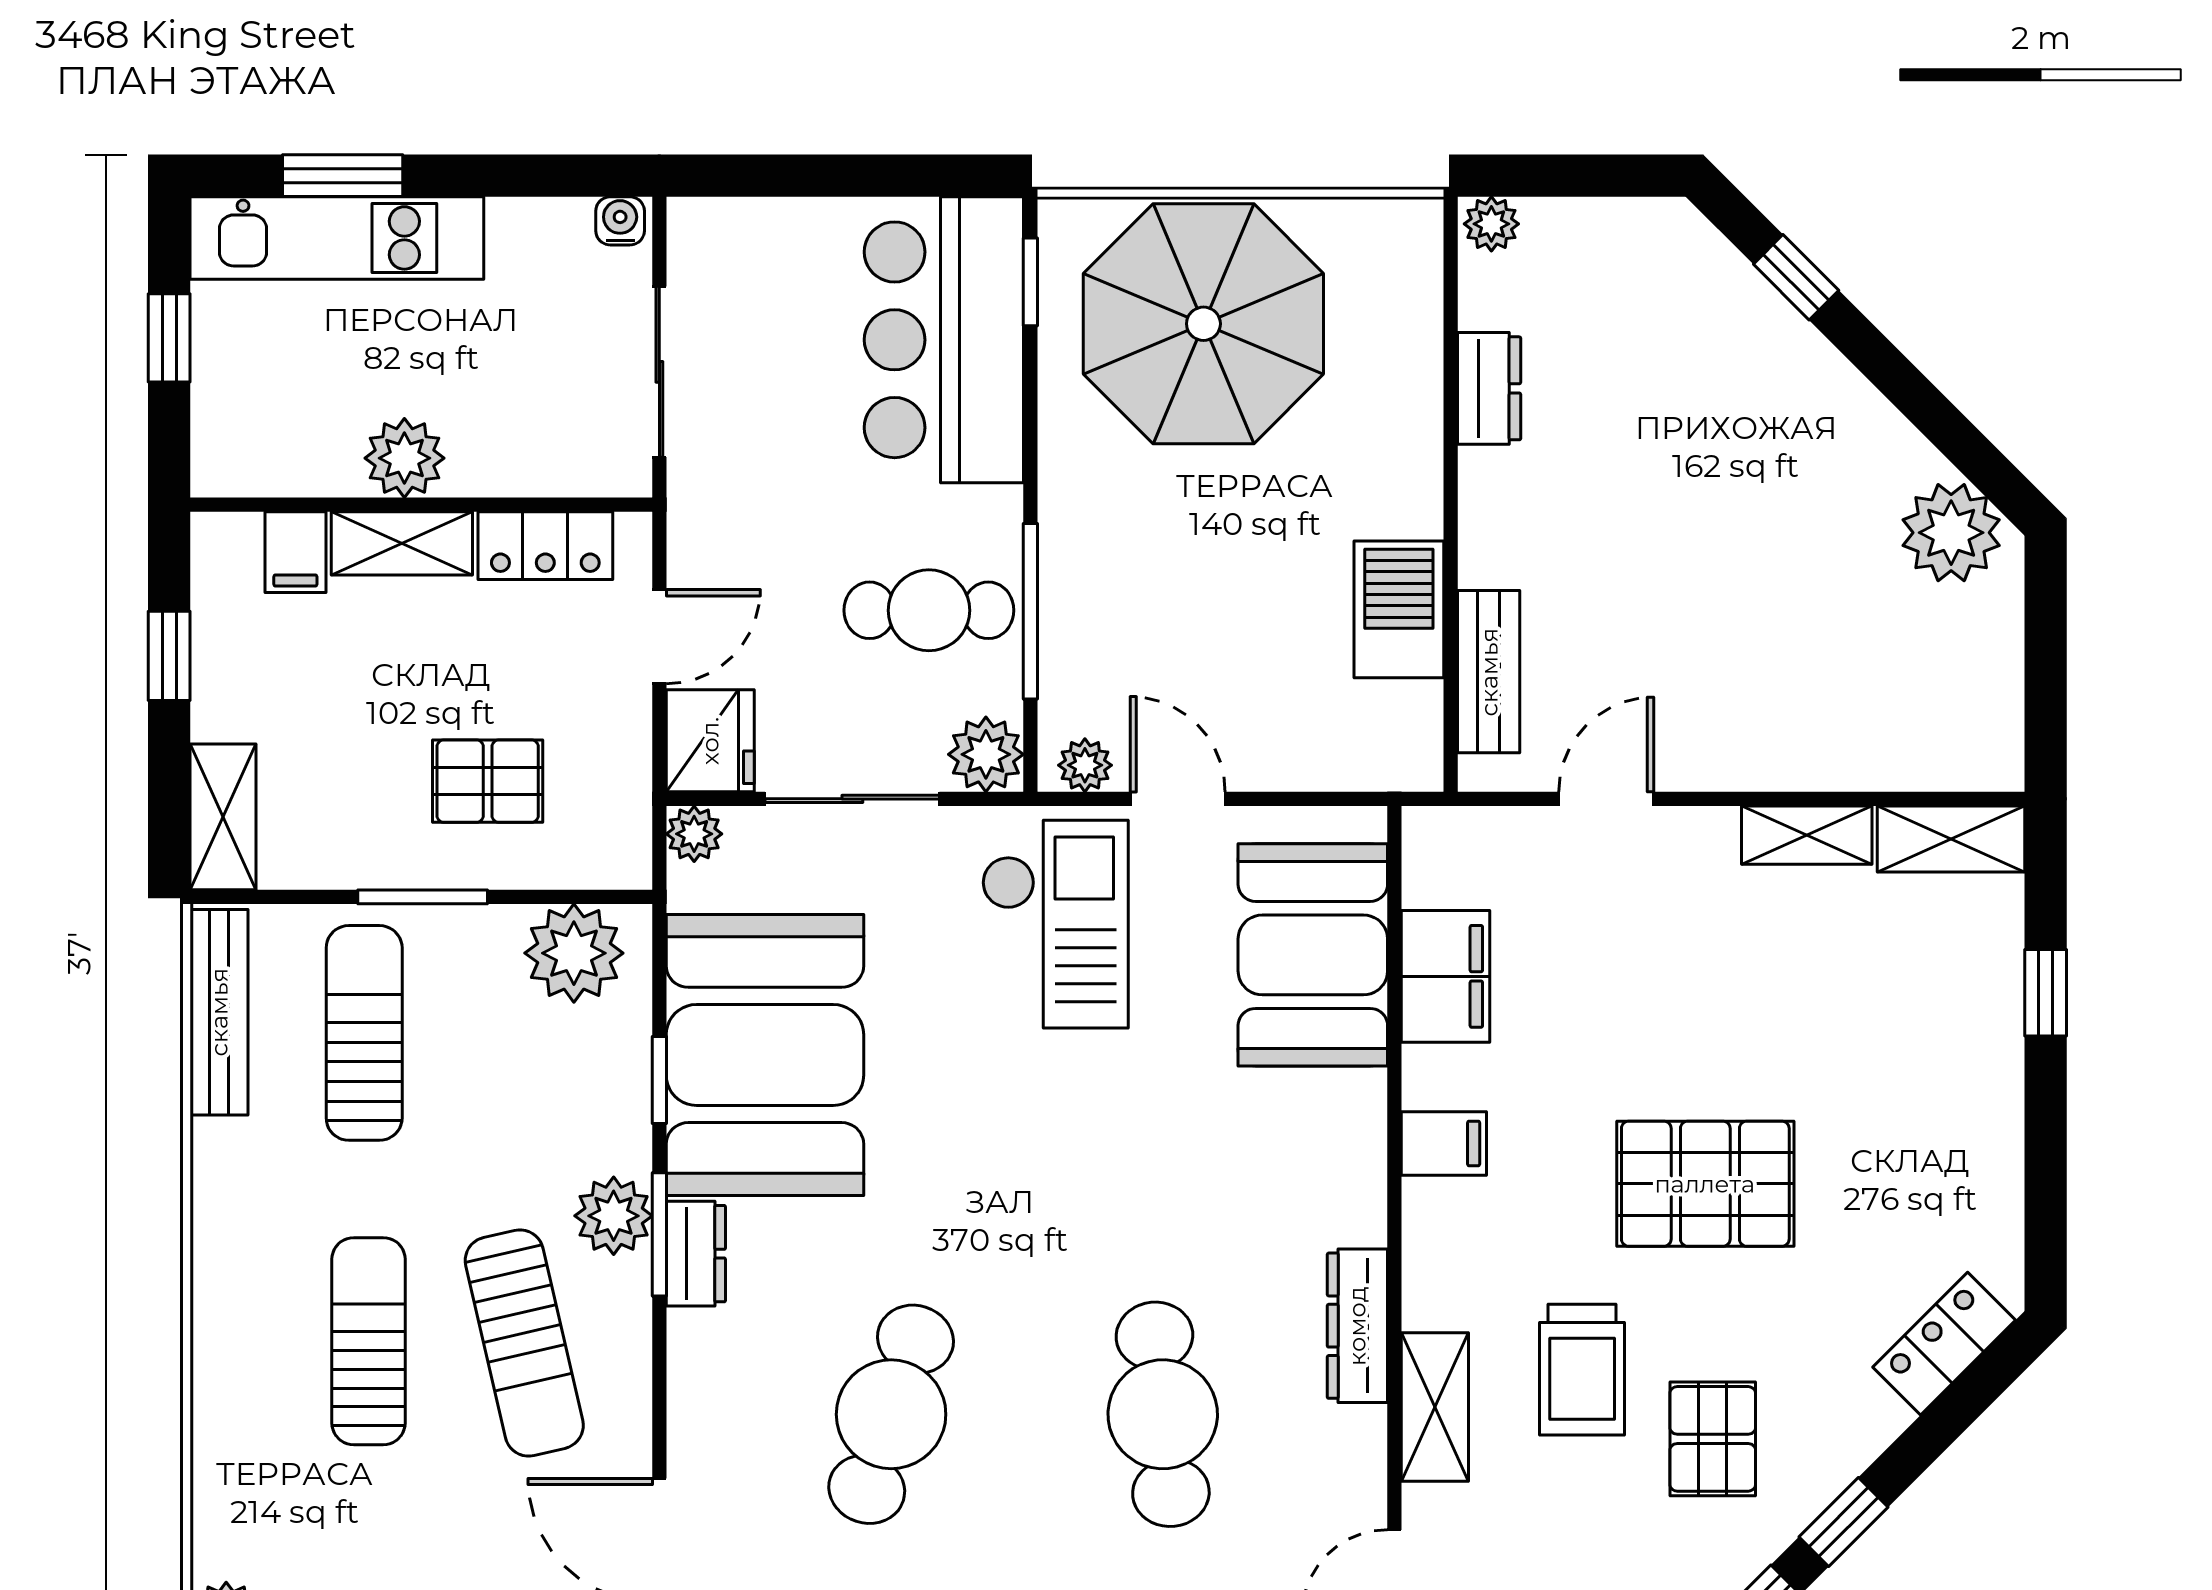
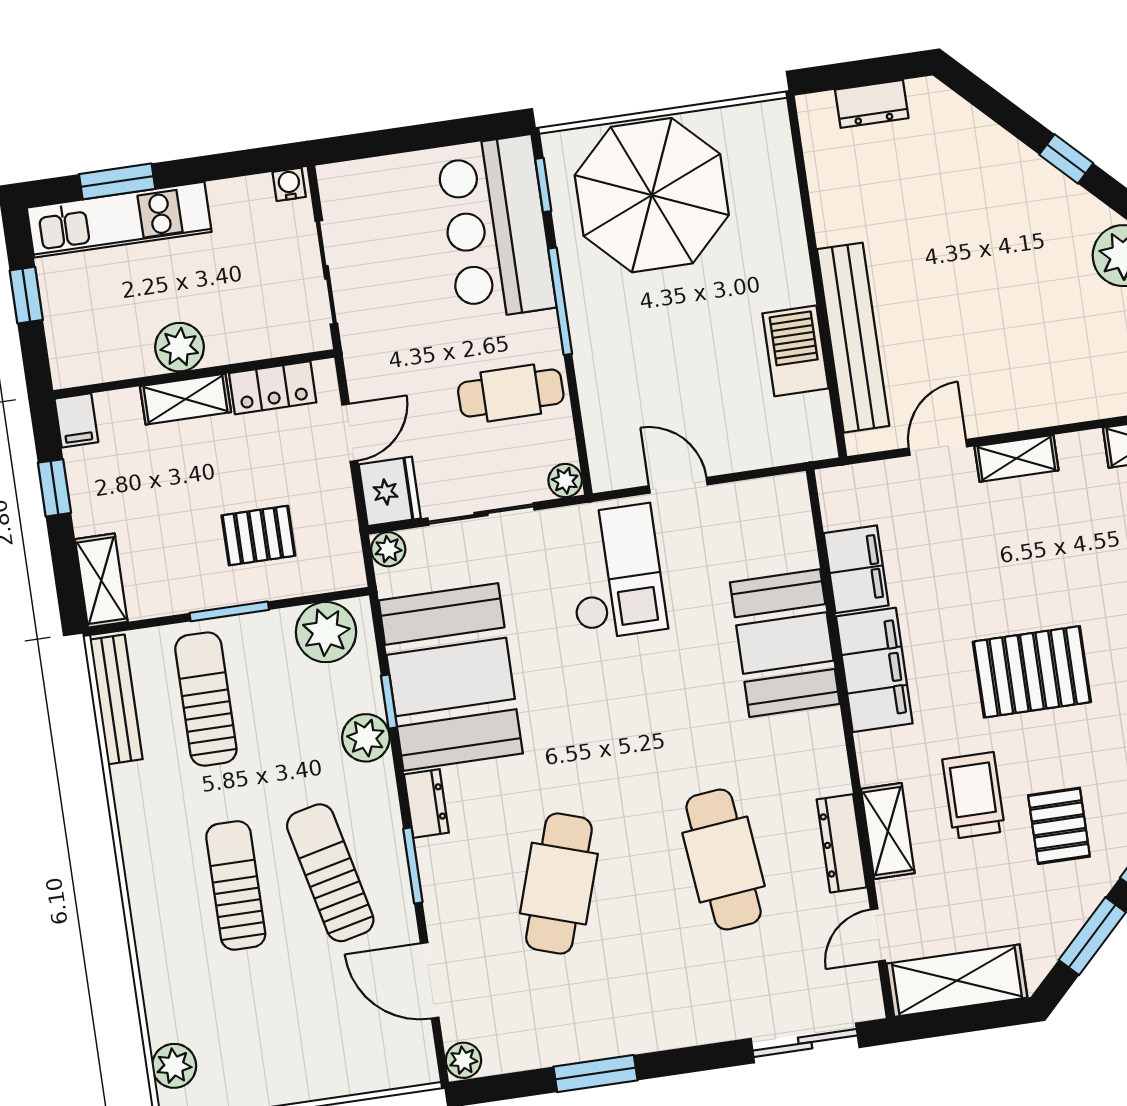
plant: (1491, 224) -> (817, 109), removed
window: (1796, 277) -> (1066, 159), moved
dresser: (1489, 388) -> (872, 104), moved, turned 90
filing cabinet: (295, 552) -> (76, 420), moved
window: (1030, 611) -> (560, 301), moved
bench: (1489, 672) -> (853, 338), width x1.86, depth x1.21
plant: (986, 754) -> (565, 481), width x0.73, depth x0.73
plant: (1085, 765) -> (619, 473), removed
shelving: (1807, 835) -> (1016, 458), moved
booth: (1313, 955) -> (785, 643), moved
filing cabinet: (1444, 1143) -> (874, 670), width x3.00, depth x1.17
plant: (614, 1216) -> (366, 738), moved
window: (659, 1234) -> (413, 866), moved
dresser: (1357, 1326) -> (842, 843), moved
sun lounger: (524, 1343) -> (330, 873), turned 180
trolley: (1582, 1370) -> (974, 795), turned 180

